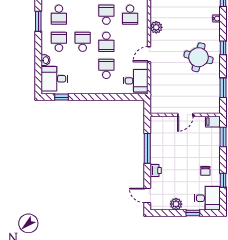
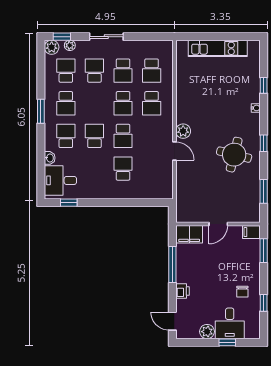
school desk: (106, 15) -> (123, 103), turned 180
plant: (156, 27) -> (183, 131), moved
door: (149, 54) -> (174, 151), swing flipped
desk: (136, 81) -> (158, 183), removed
filing cabinet: (161, 123) -> (189, 234), added
desk: (207, 198) -> (230, 323), moved, turned 90

